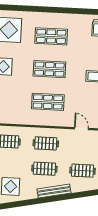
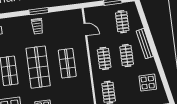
shop shelf: (49, 69) -> (38, 67), width x1.43, depth x1.36
door: (81, 129) -> (85, 29), swing flipped

